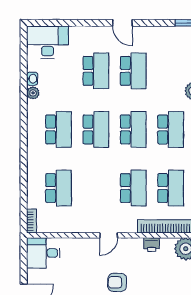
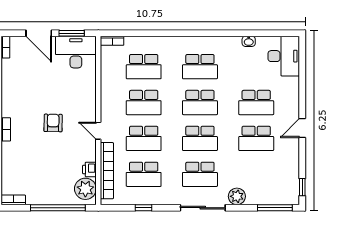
plant: (33, 93) -> (235, 42), removed
school desk: (96, 188) -> (144, 102), added
door: (109, 235) -> (98, 131), moved
printer: (152, 245) -> (89, 169), moved
desk: (43, 253) -> (76, 52), width x1.37
window: (24, 263) -> (72, 33), added

